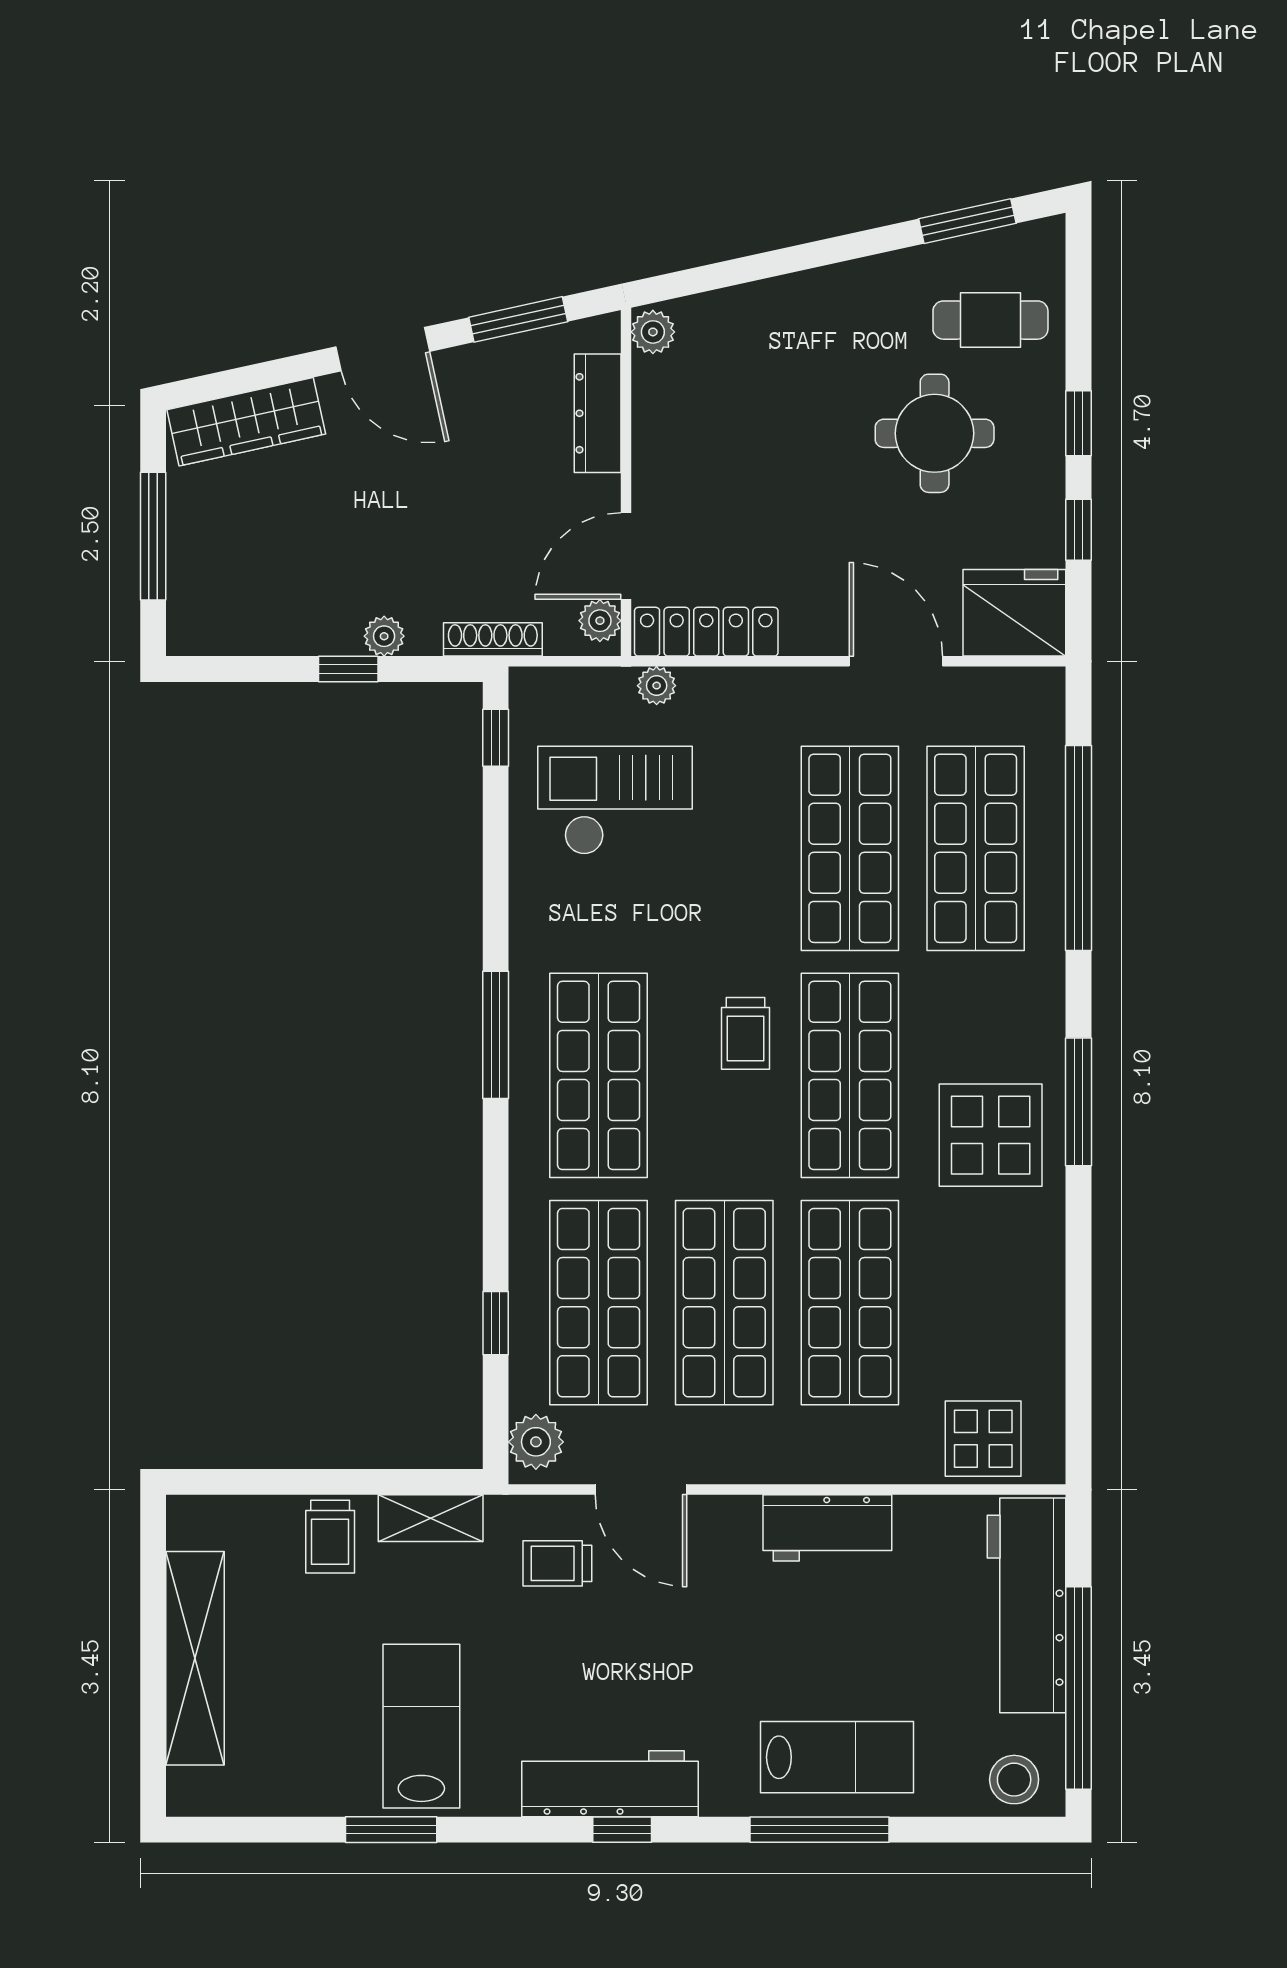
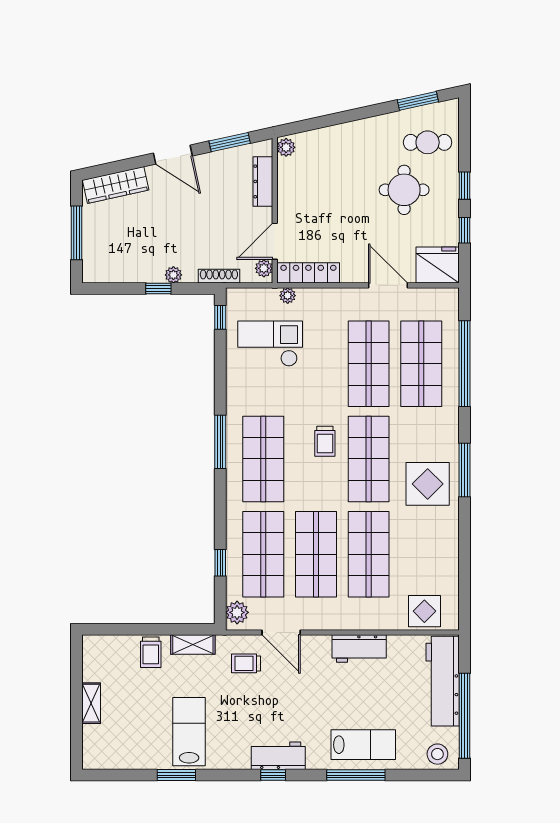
shelving: (195, 1658) -> (91, 703), width x0.45, depth x0.75
workbench: (610, 1784) -> (278, 756), width x0.73

